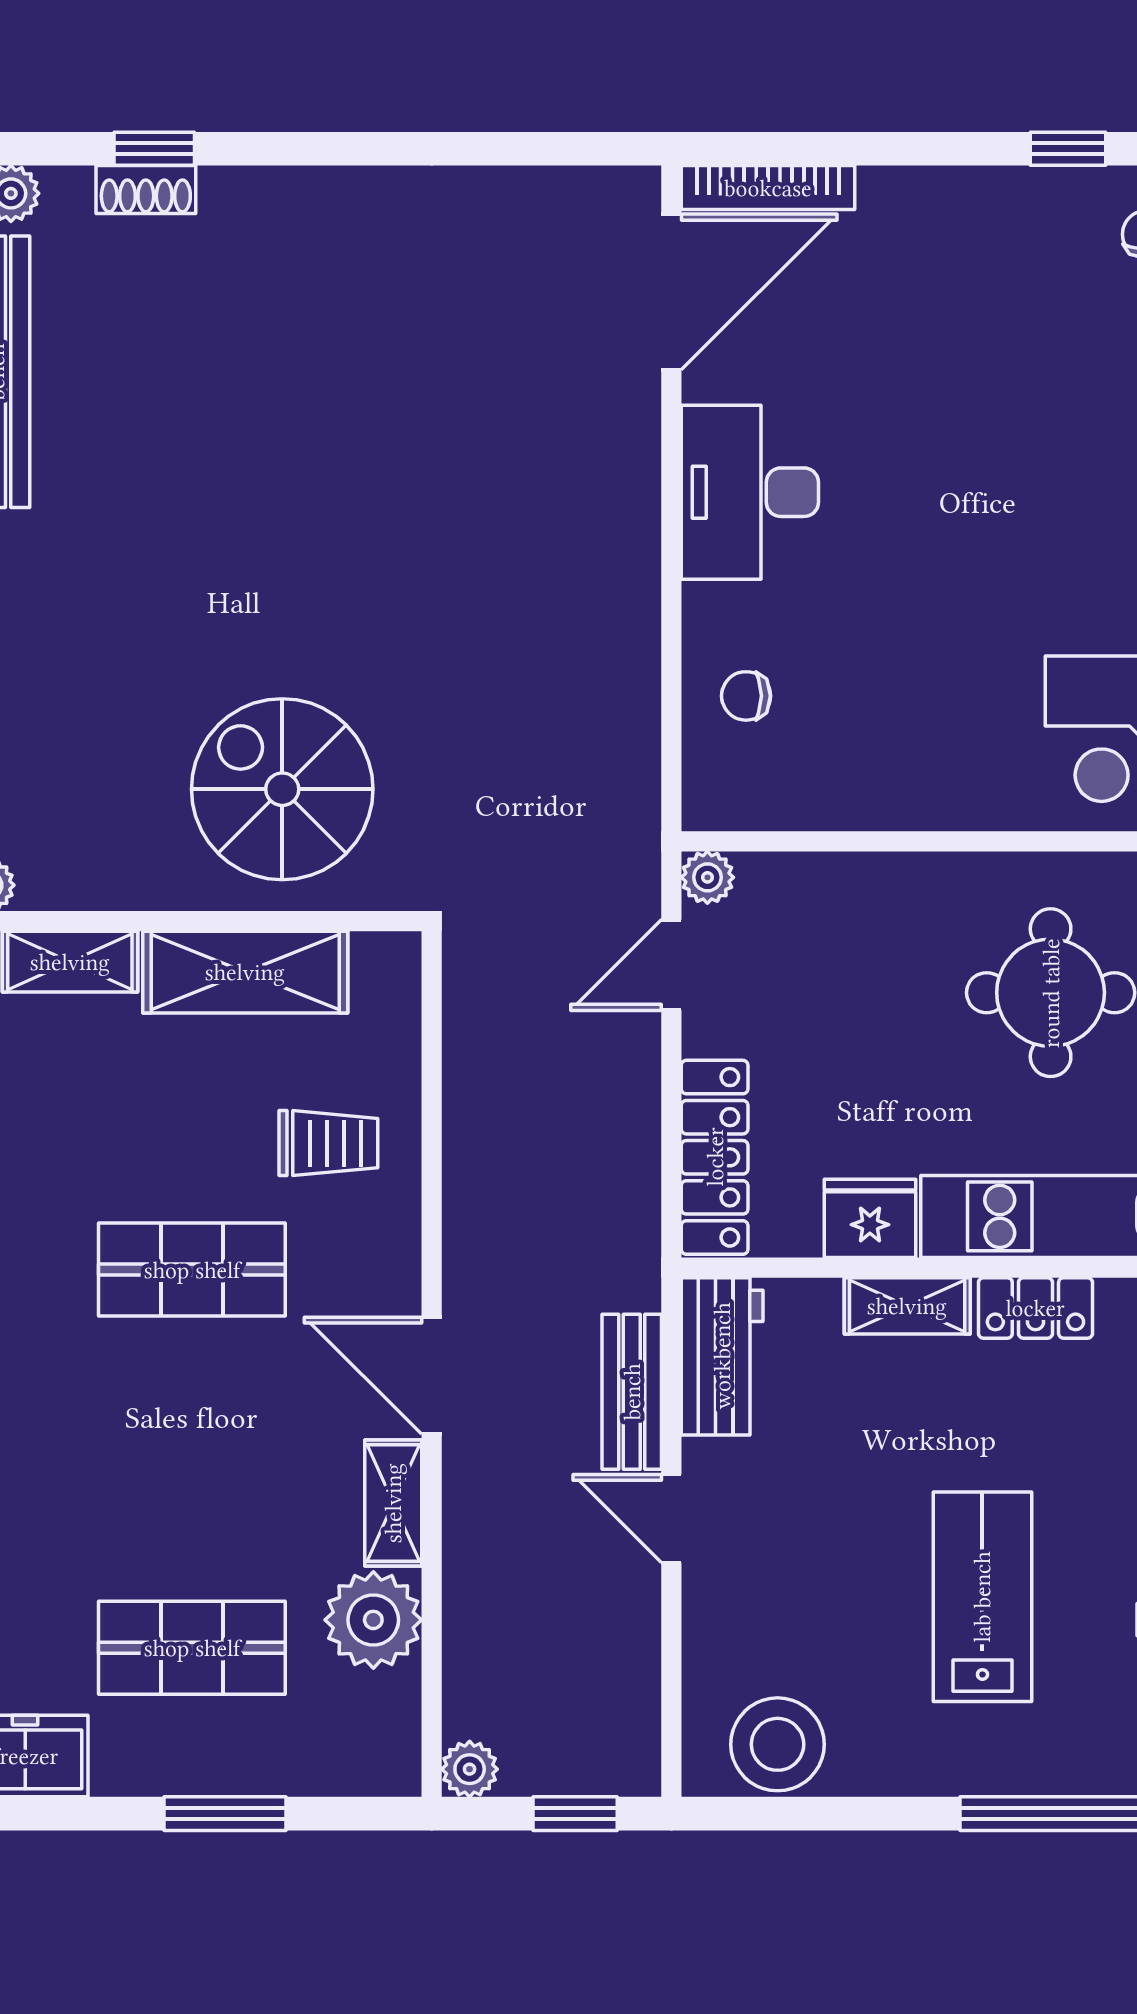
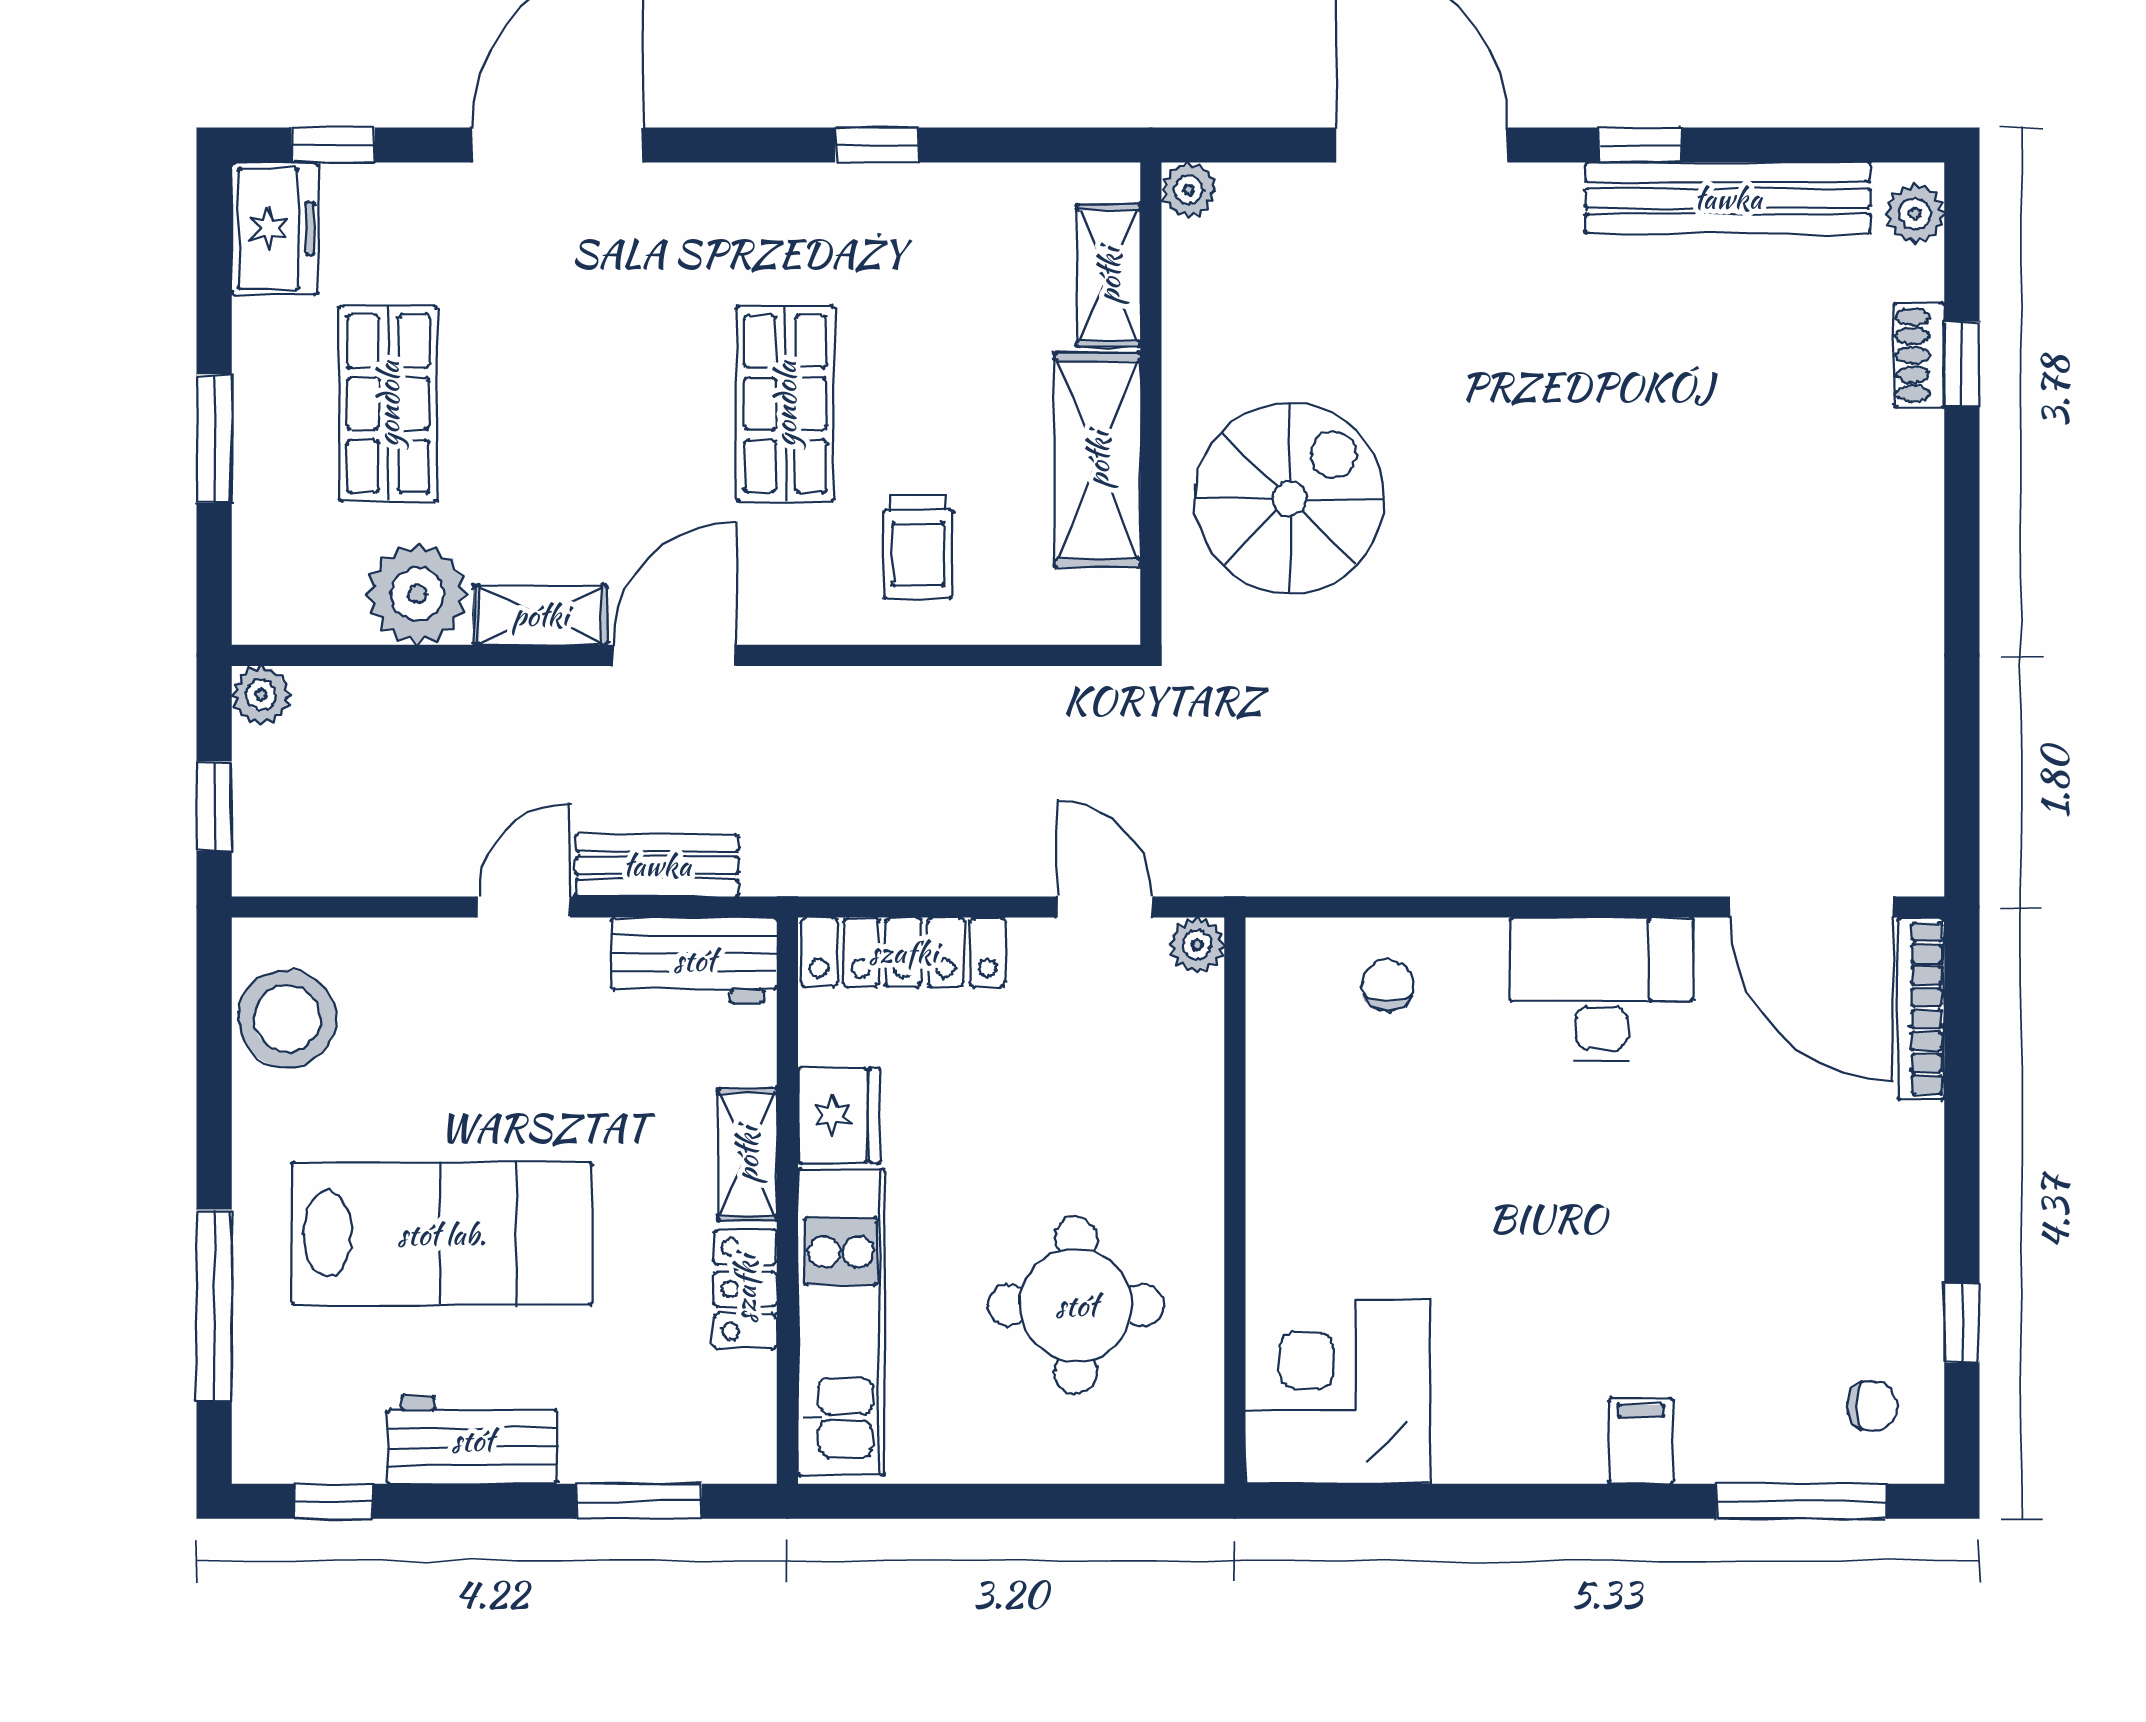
lab bench: (982, 1597) -> (442, 1234), width x1.36, depth x1.39

